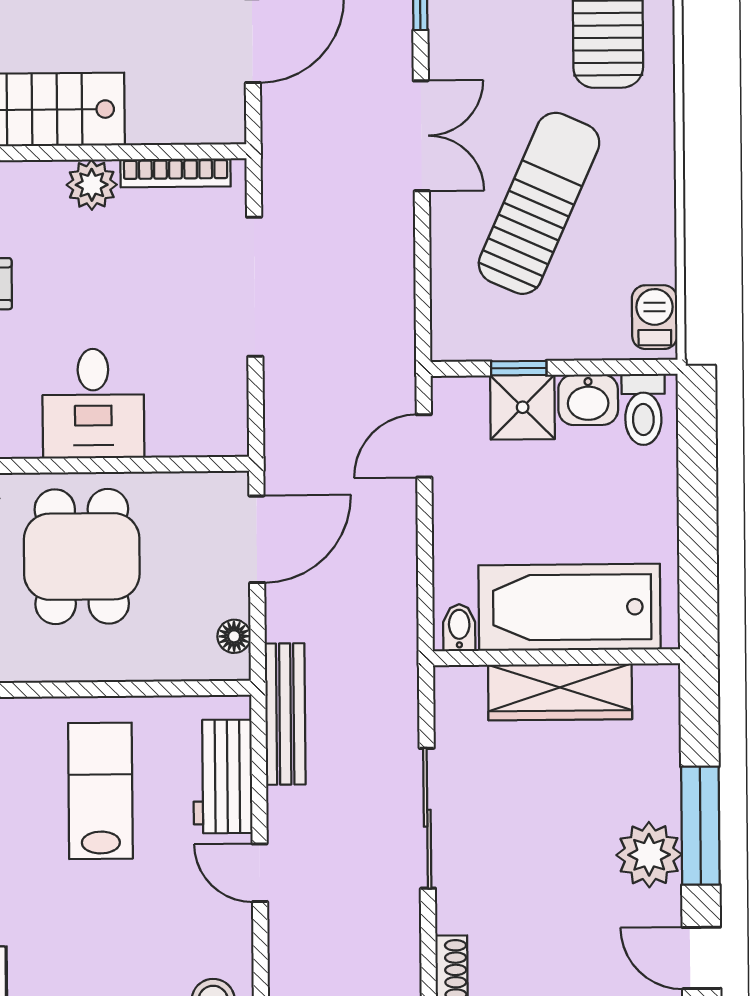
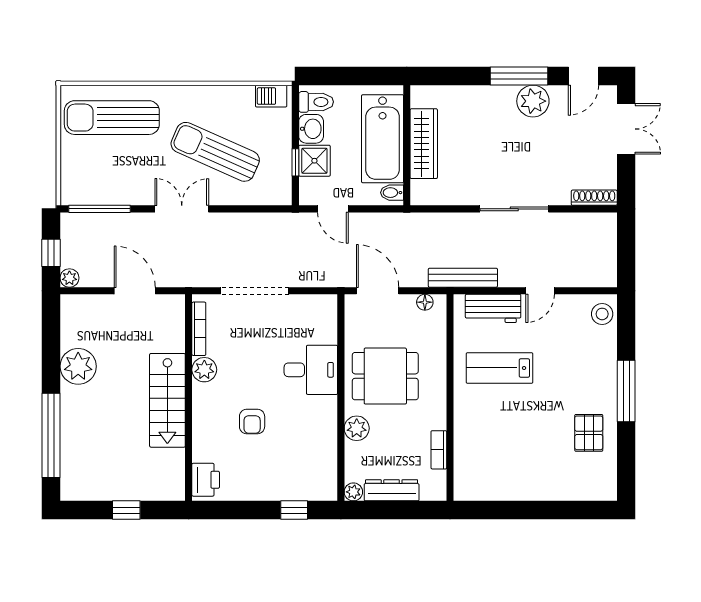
bathtub: (569, 607) -> (383, 139), moved
bidet: (459, 628) -> (392, 193), moved
wall: (557, 657) -> (407, 145), moved
wardrobe: (560, 692) -> (424, 144), moved

